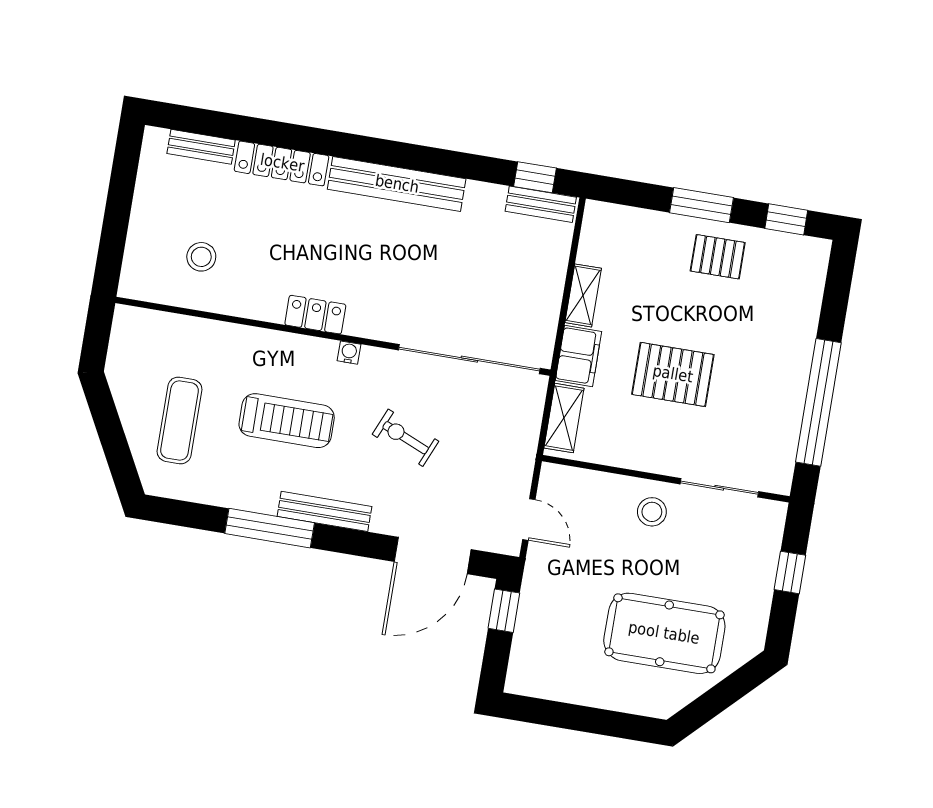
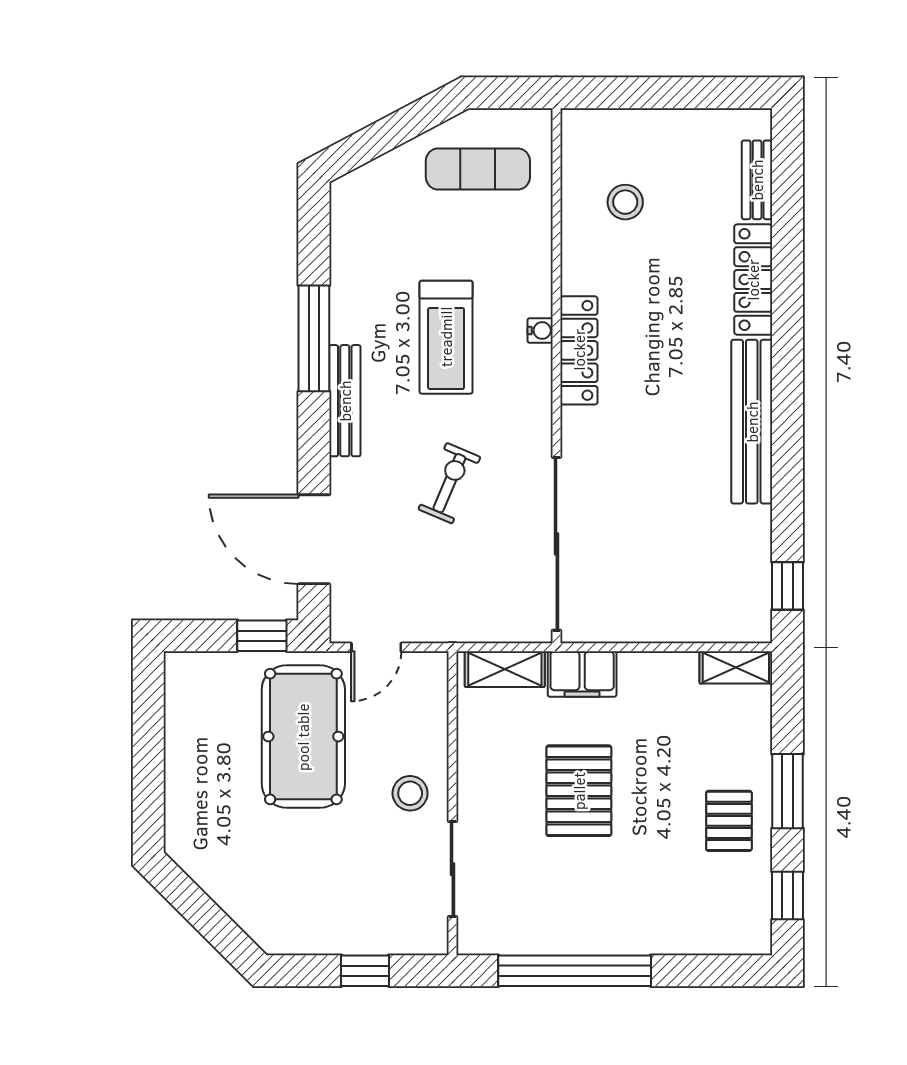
bench: (541, 204) -> (756, 598), removed
shelving: (583, 295) -> (736, 667), moved
locker: (315, 315) -> (579, 350), width x1.53
water cooler: (349, 353) -> (540, 331), moved
exercise mat: (180, 420) -> (478, 169), moved
pool table: (664, 633) -> (303, 737), moved

